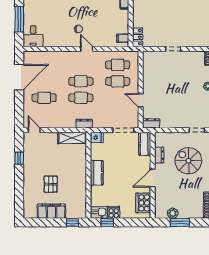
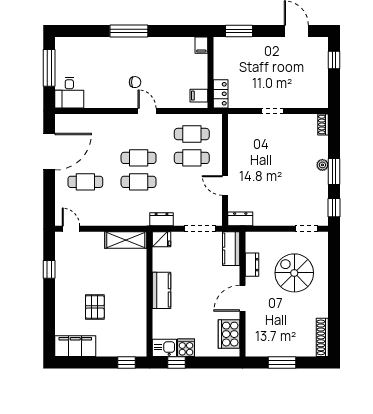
dresser: (84, 124) -> (162, 219), moved
filing cabinet: (51, 211) -> (75, 346), moved
plant: (173, 213) -> (272, 349), removed

